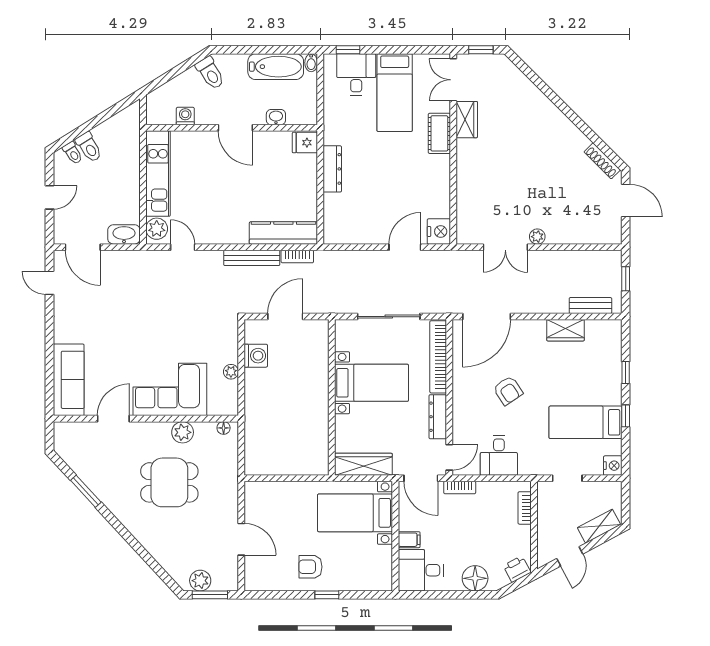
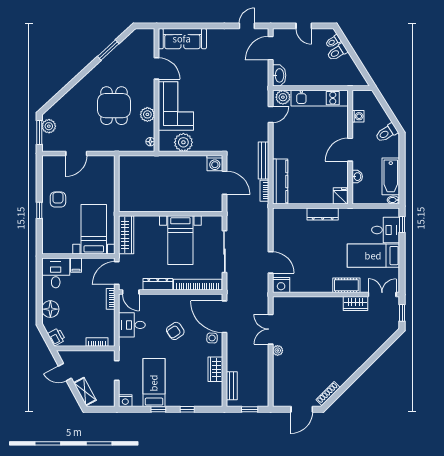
side table: (519, 335) -> (212, 338), added
washing machine: (256, 356) -> (215, 163), moved
plant: (231, 372) -> (183, 142), width x1.88, depth x1.88

